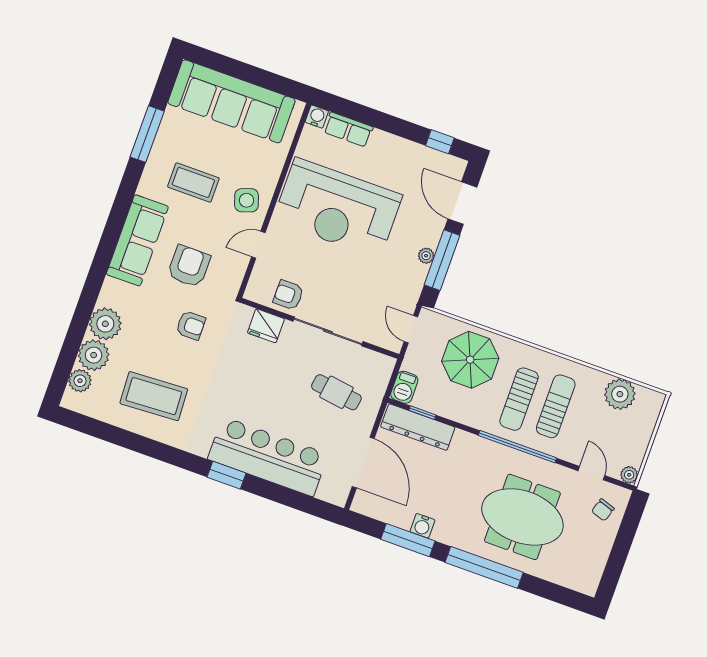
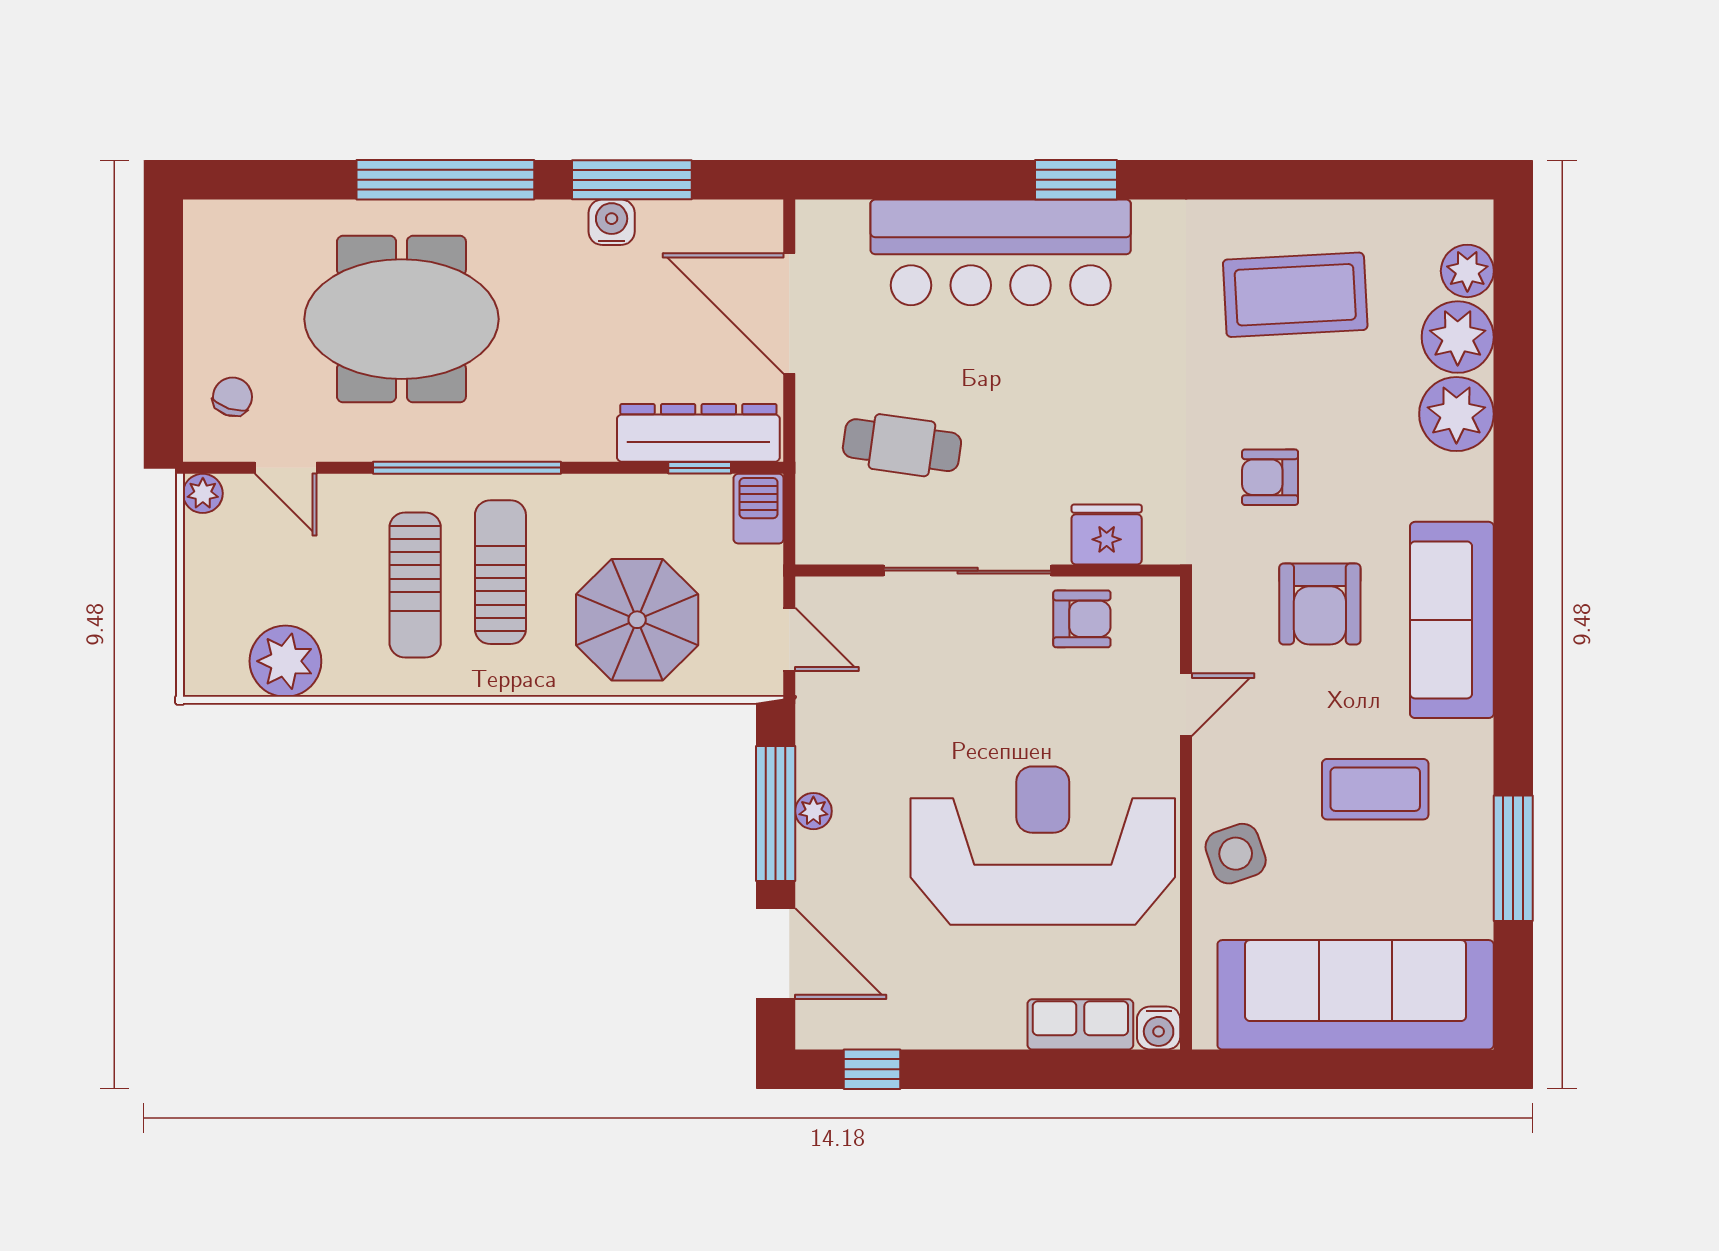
side table: (247, 200) -> (1236, 854), moved

